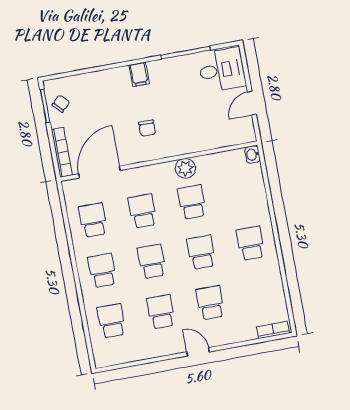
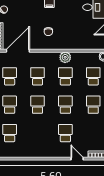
school desk: (161, 312) -> (93, 76), moved
door: (198, 352) -> (77, 159), moved

